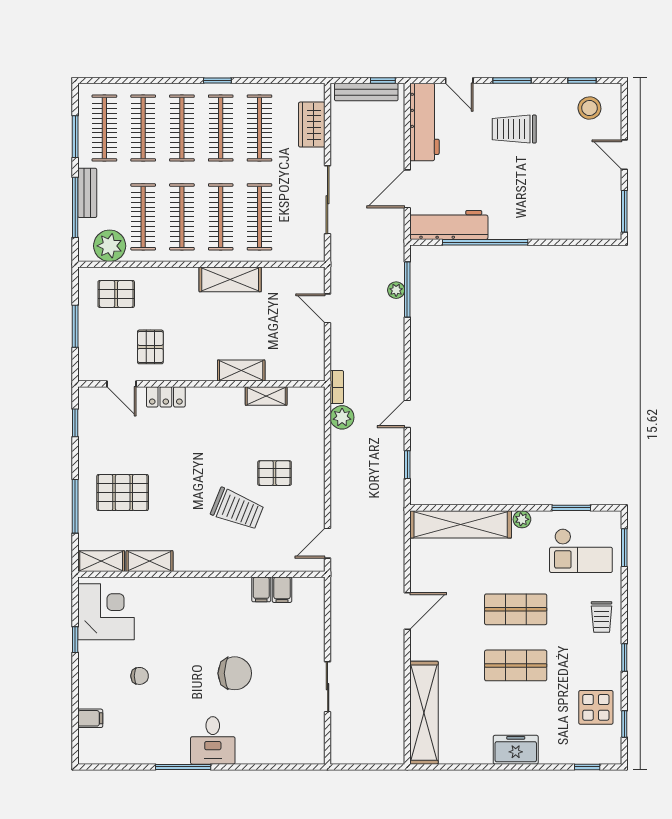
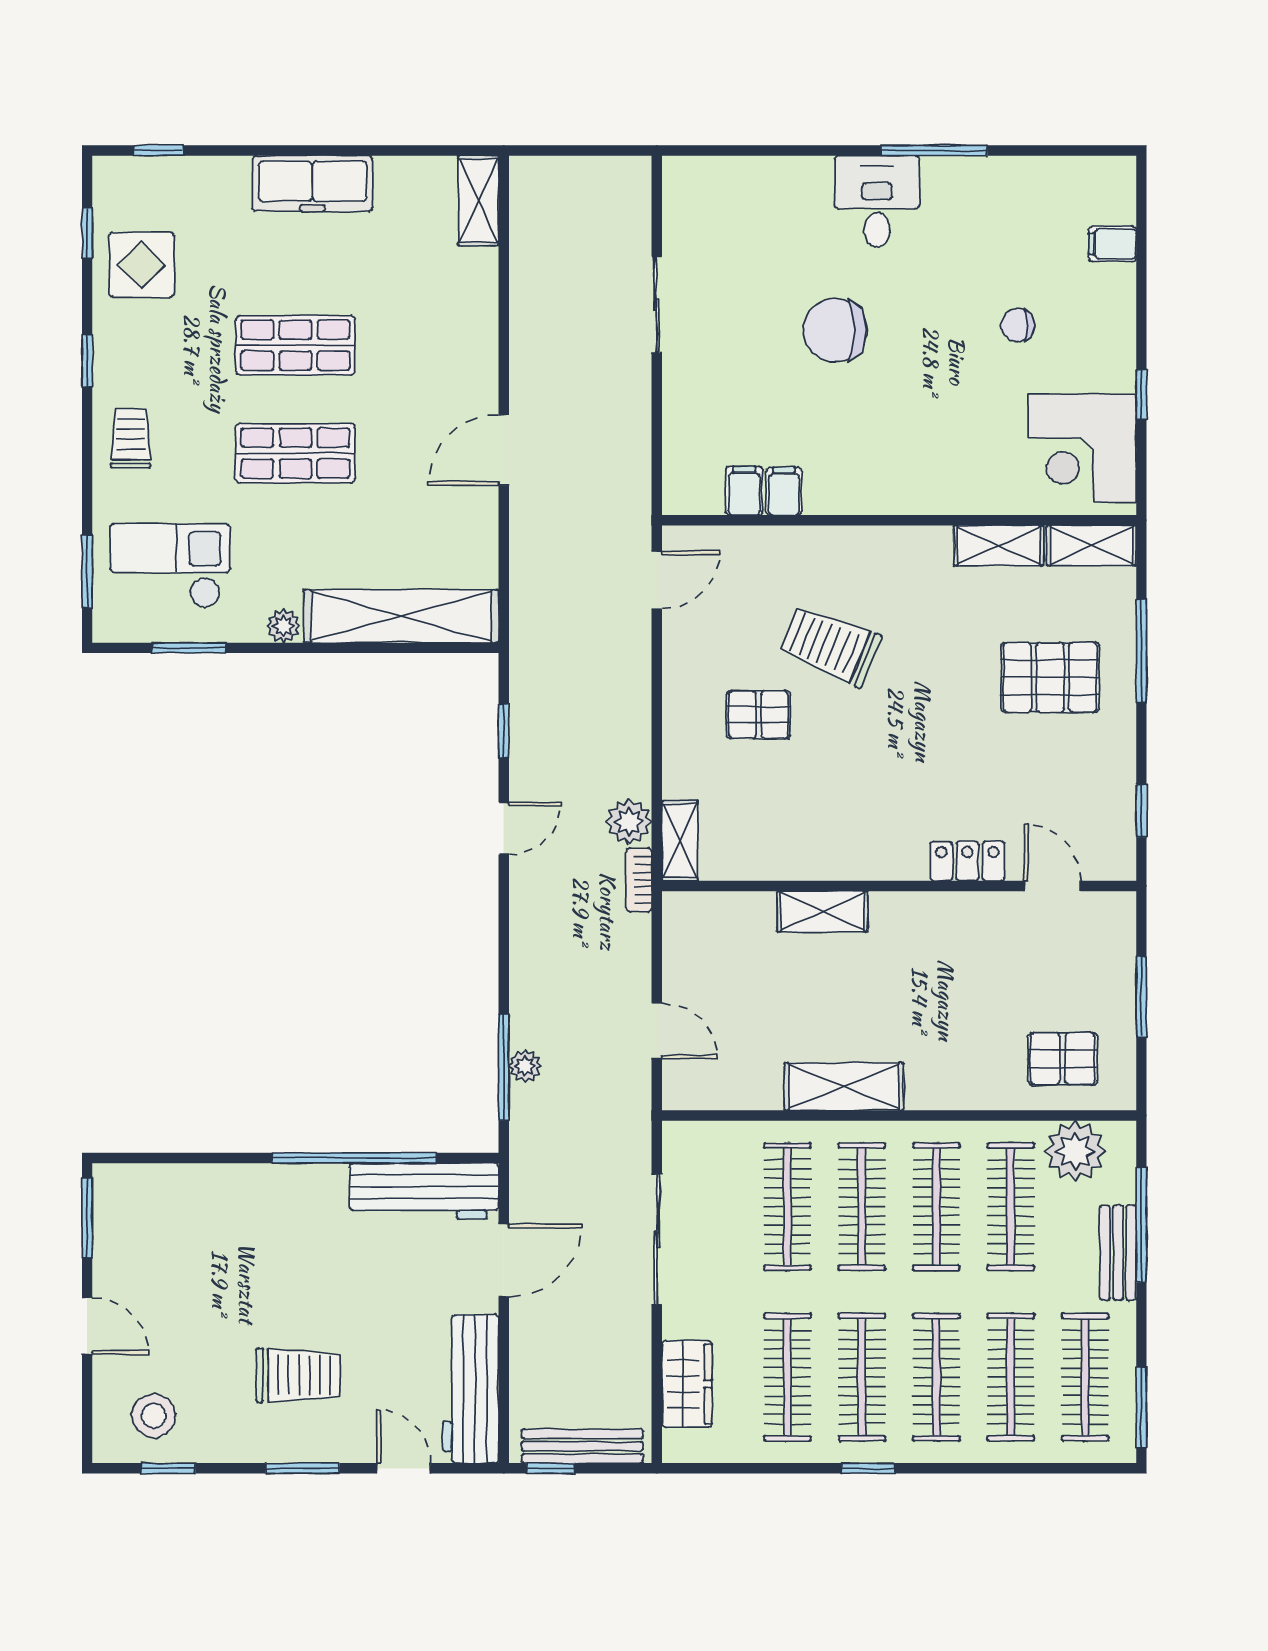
window: (75, 137) -> (1141, 1407), moved
pallet: (150, 347) -> (997, 957), removed
shelving: (266, 396) -> (680, 841), moved, turned 90
shelving: (424, 713) -> (478, 201), width x0.45, depth x0.75
freezer: (516, 750) -> (313, 183), width x1.40

